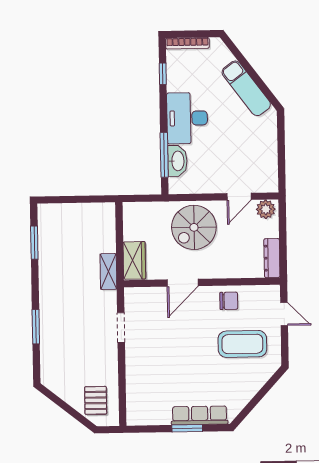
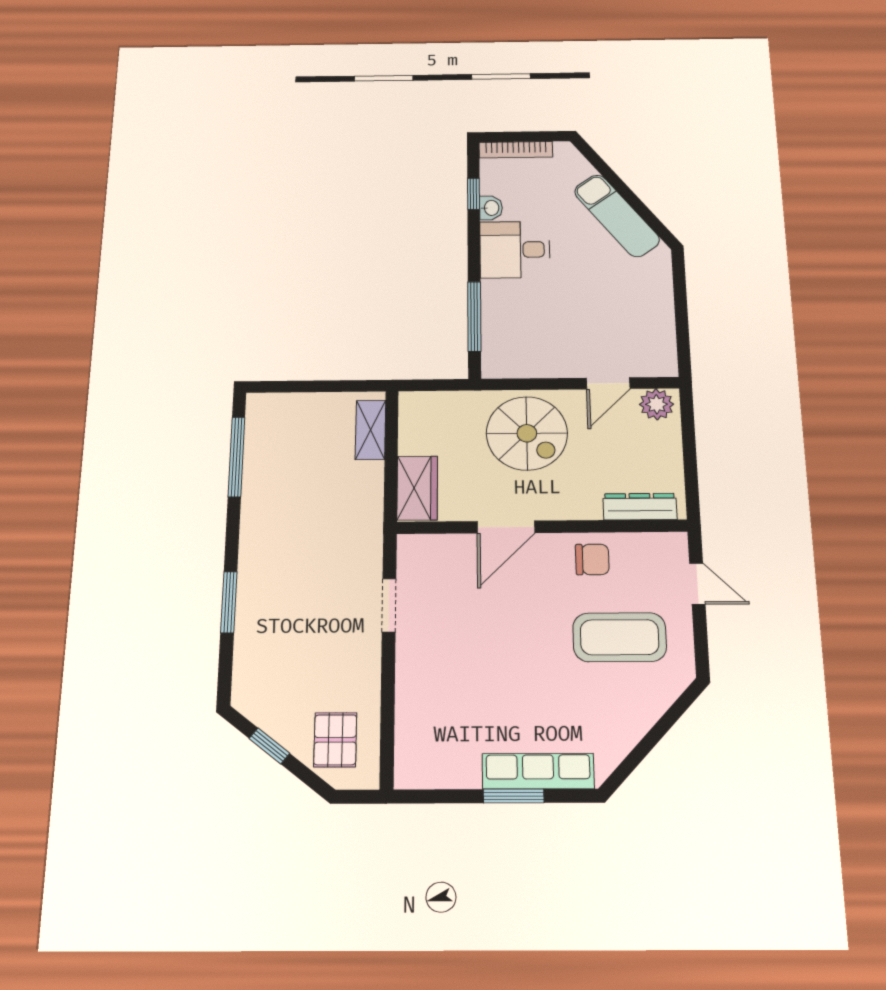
desk: (187, 118) -> (515, 250), width x0.73
washbasin: (177, 161) -> (491, 208), moved, width x0.52, depth x0.69
spiral stairs: (194, 227) -> (527, 433), turned -90
window: (34, 243) -> (236, 457), width x1.44
dresser: (272, 258) -> (640, 507), moved, turned 90
shelving: (108, 272) -> (370, 430), moved
window: (62, 404) -> (269, 746), added

